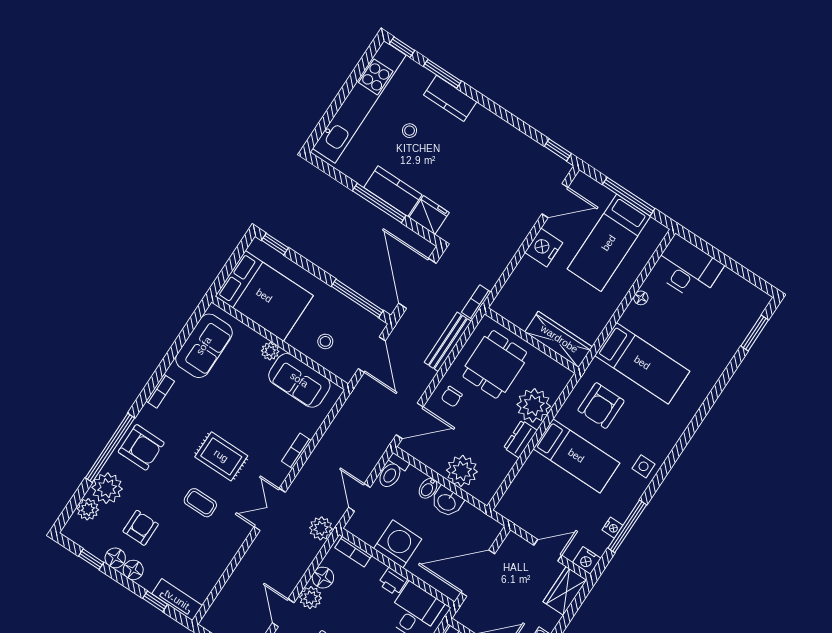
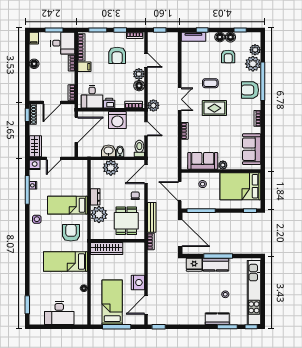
desk: (687, 268) -> (59, 313), moved

